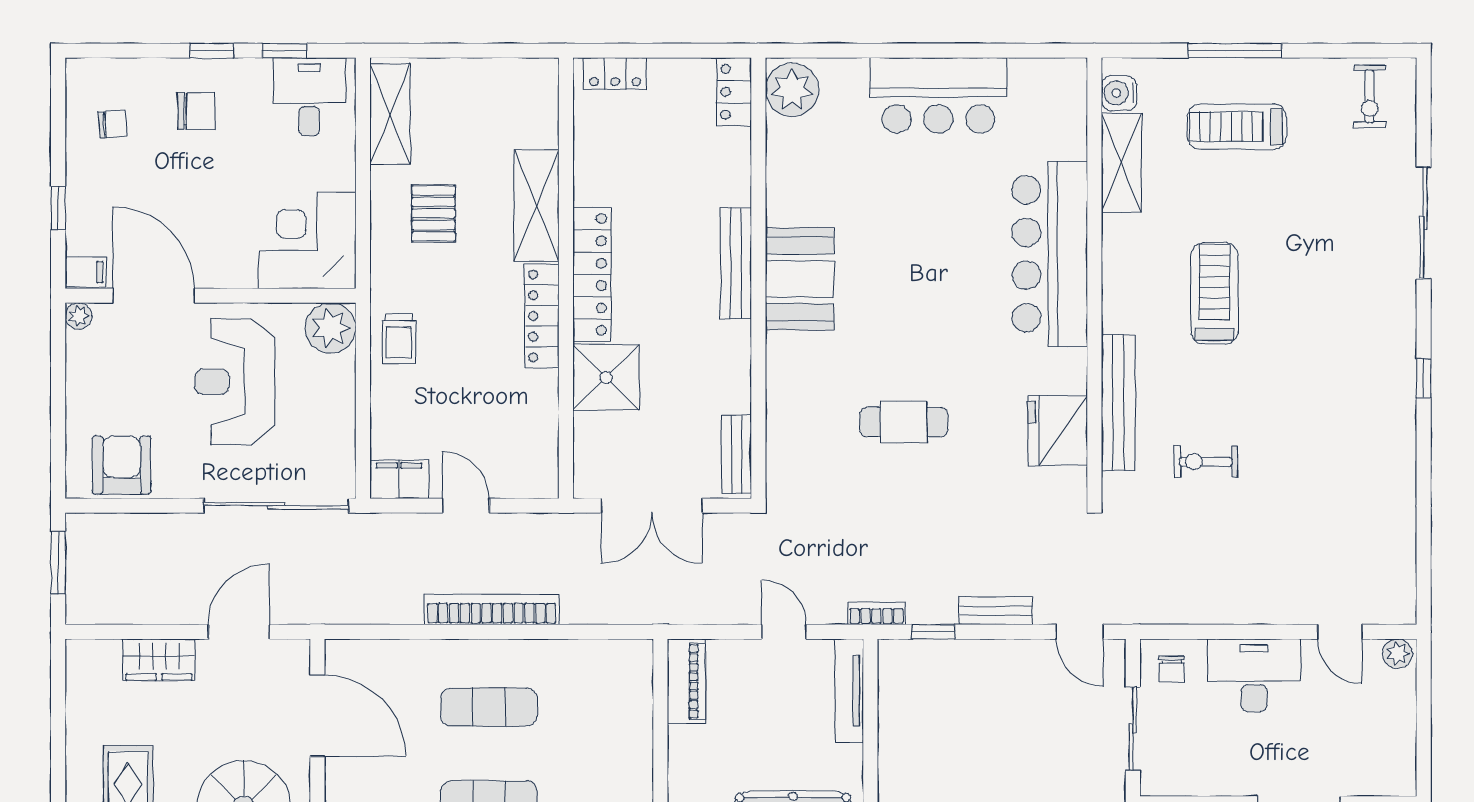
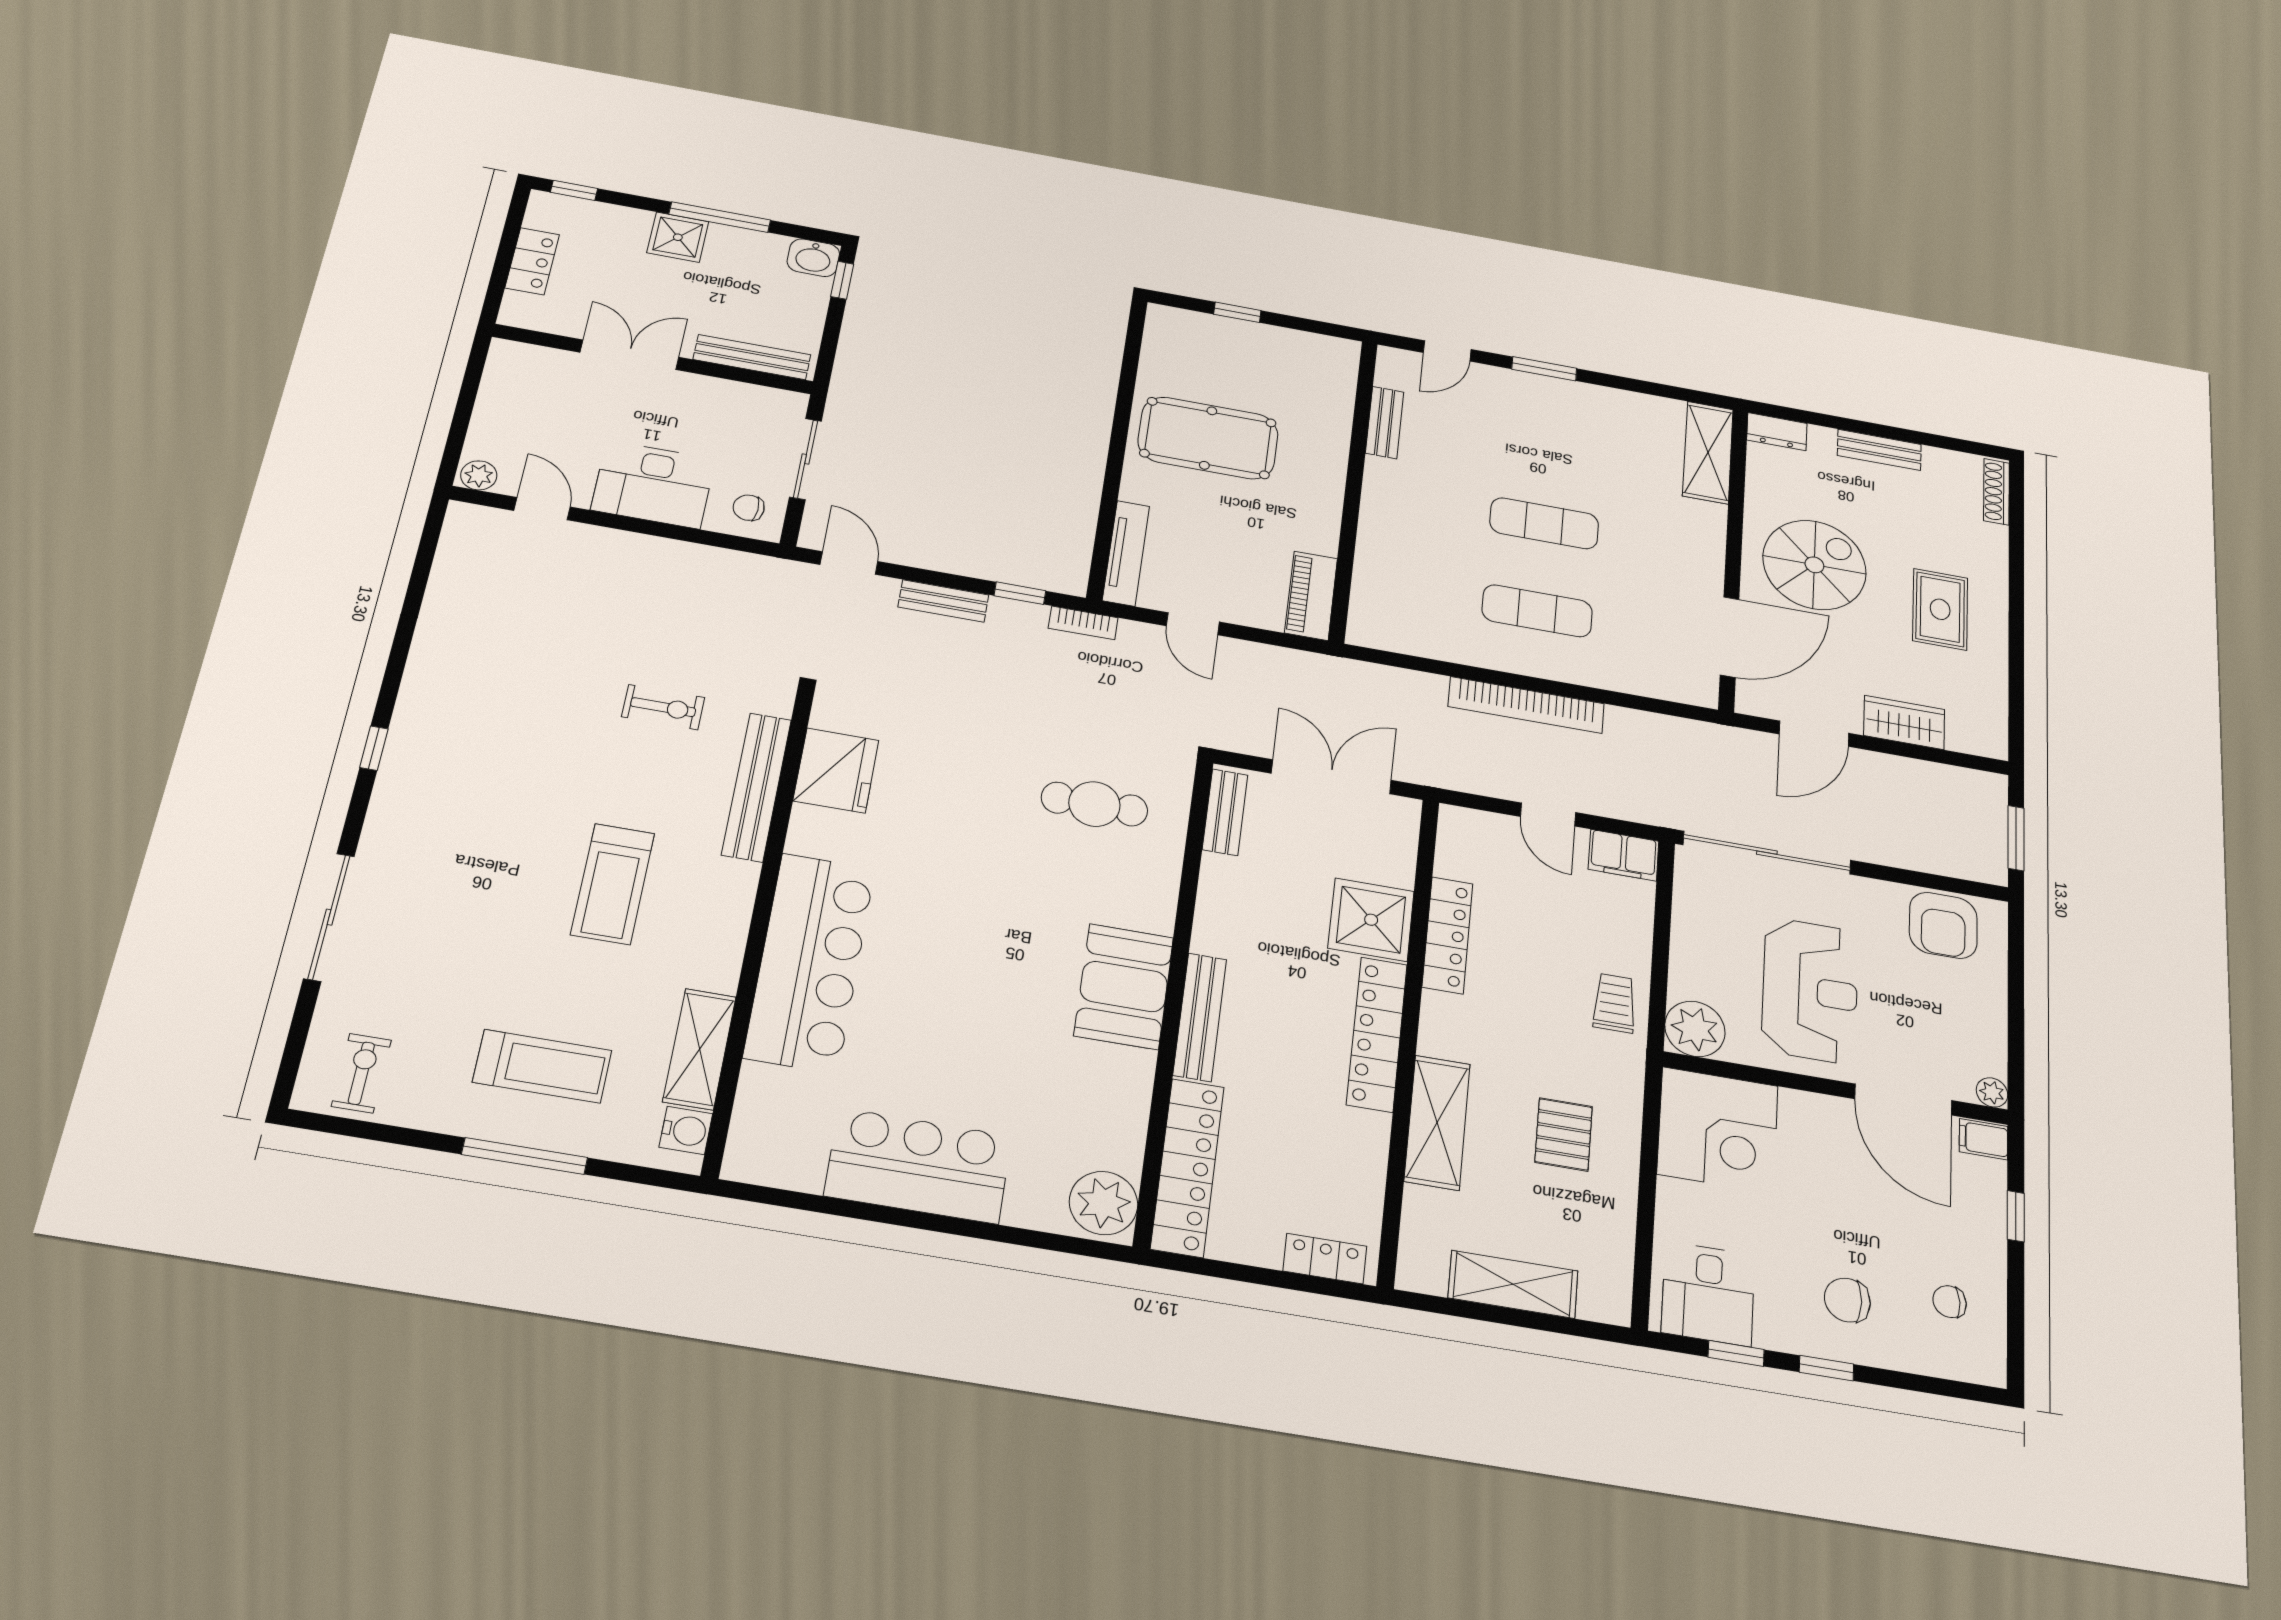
locker: (734, 92) -> (1187, 1167), width x2.16, depth x1.21
shelving: (390, 114) -> (1513, 1284), moved, turned 90
locker: (542, 316) -> (1447, 935), moved
cafe table: (904, 422) -> (1094, 804), moved
chair: (1172, 669) -> (749, 508), turned -87
door: (317, 715) -> (1730, 637), swing flipped

